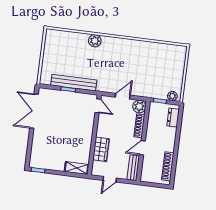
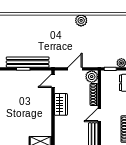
plant: (95, 41) -> (81, 20), moved
door: (98, 106) -> (53, 81), swing flipped
wardrobe: (101, 149) -> (61, 104), moved

